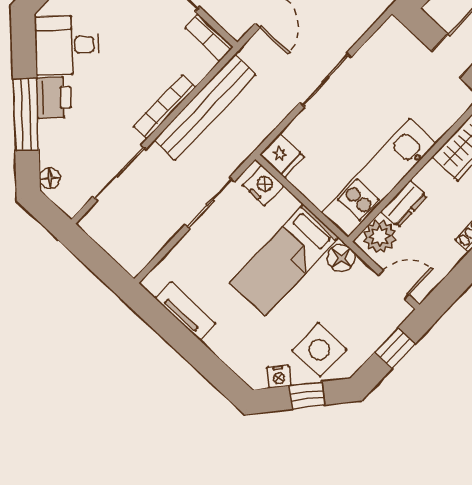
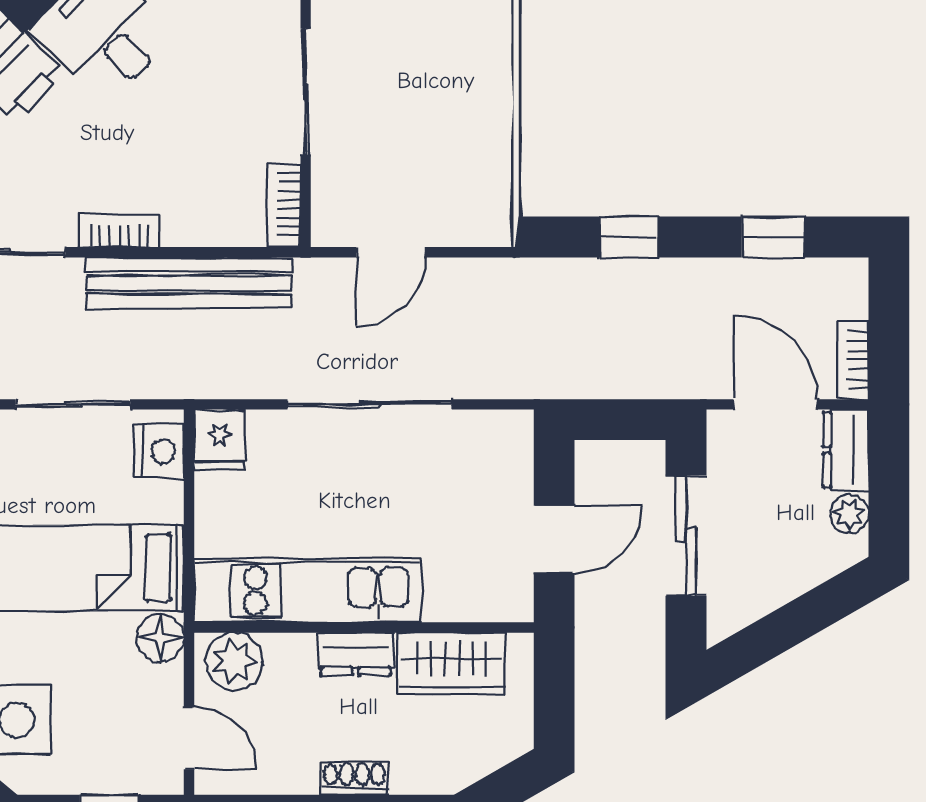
sliding door: (326, 80) -> (370, 404), width x1.37
bookcase: (165, 107) -> (119, 231), width x0.64
dresser: (404, 204) -> (356, 654), moved

